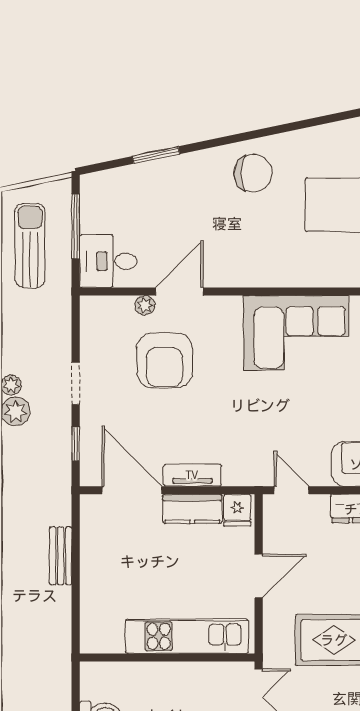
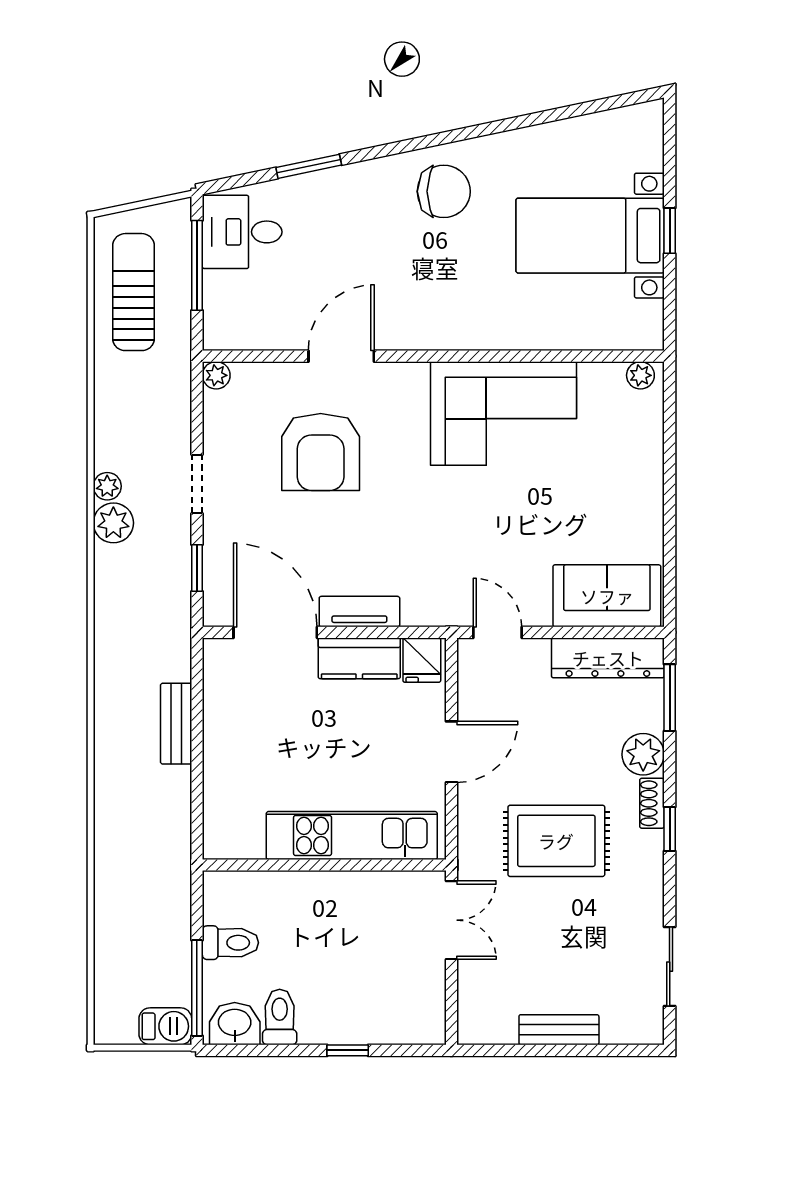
desk: (108, 261) -> (242, 232), moved
plant: (145, 305) -> (216, 375), moved

